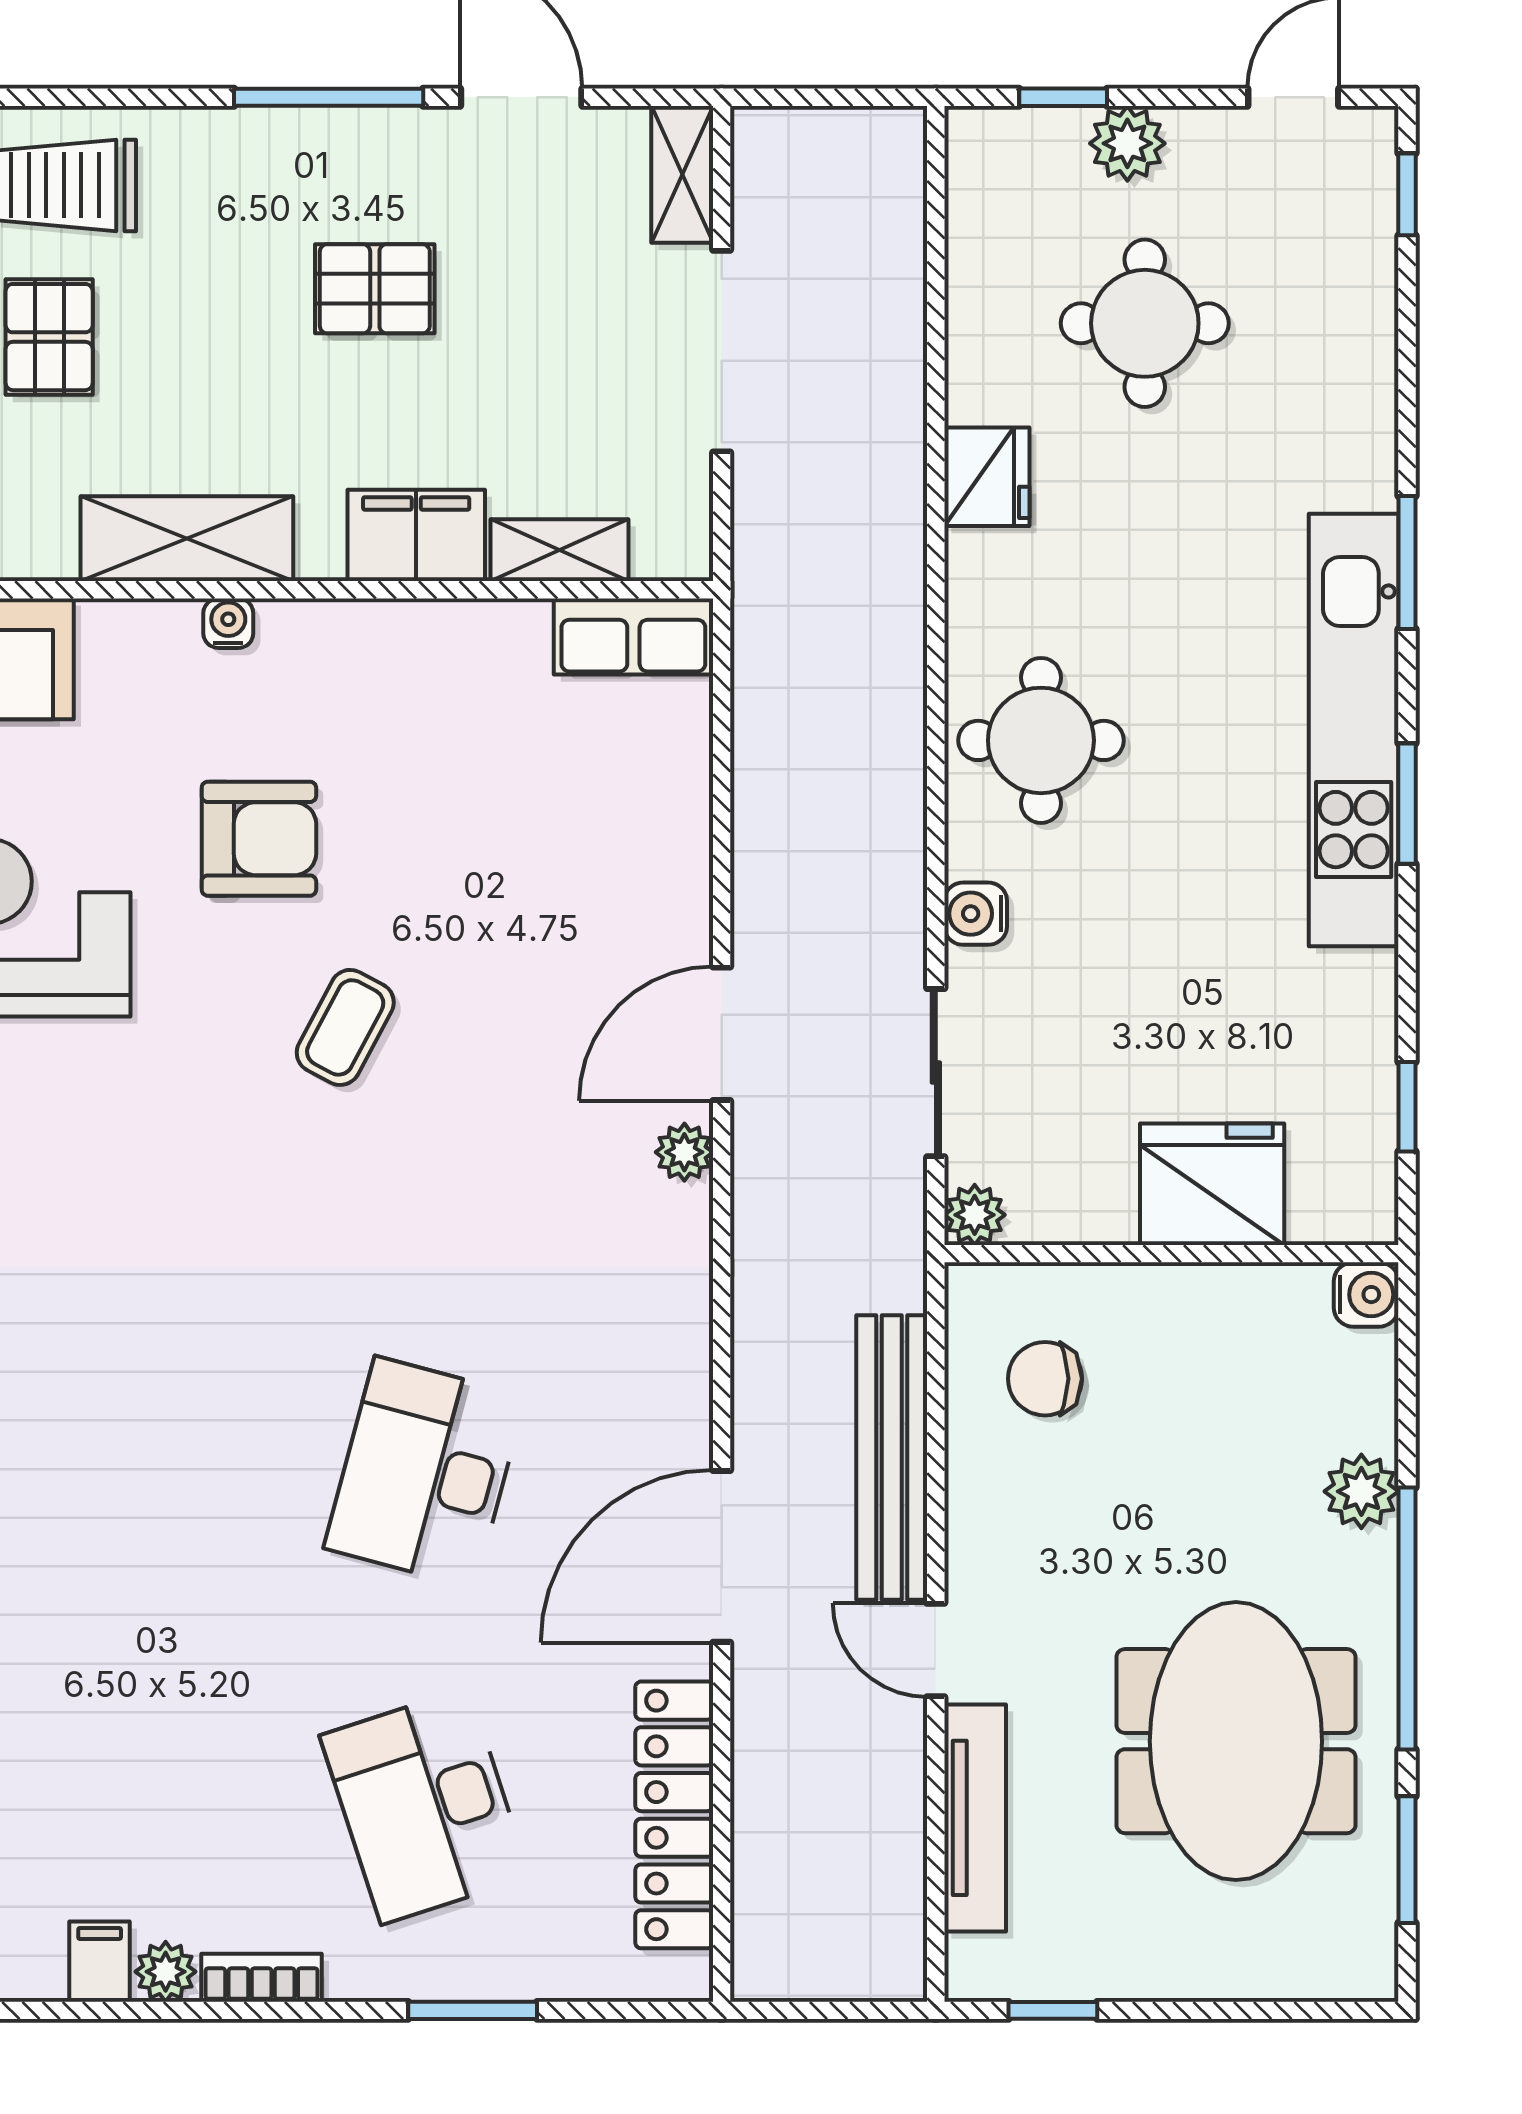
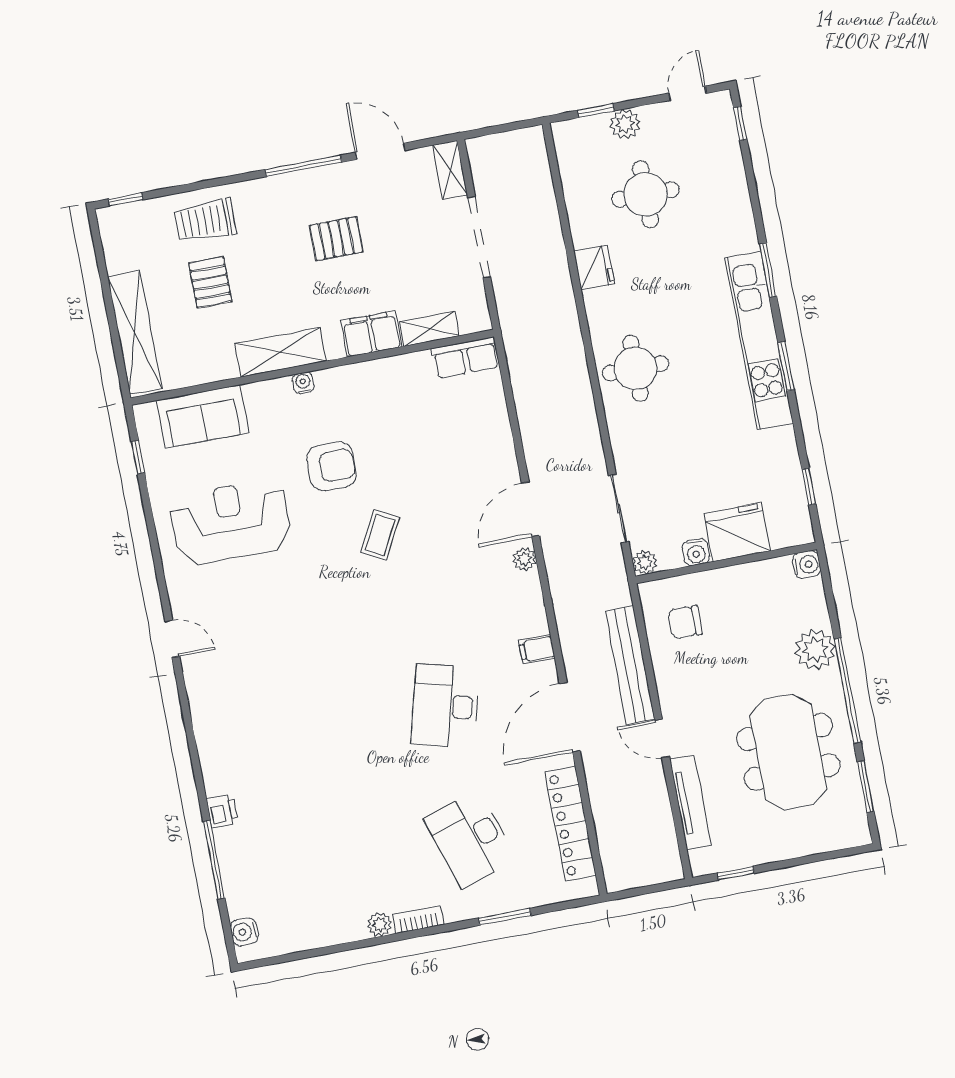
water cooler: (976, 914) -> (696, 552), moved, turned -90
plant: (1361, 1491) -> (815, 650), width x1.36, depth x1.36
filing cabinet: (100, 1962) -> (537, 649), moved, turned -90

